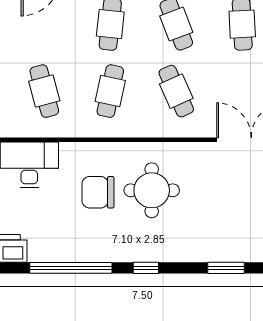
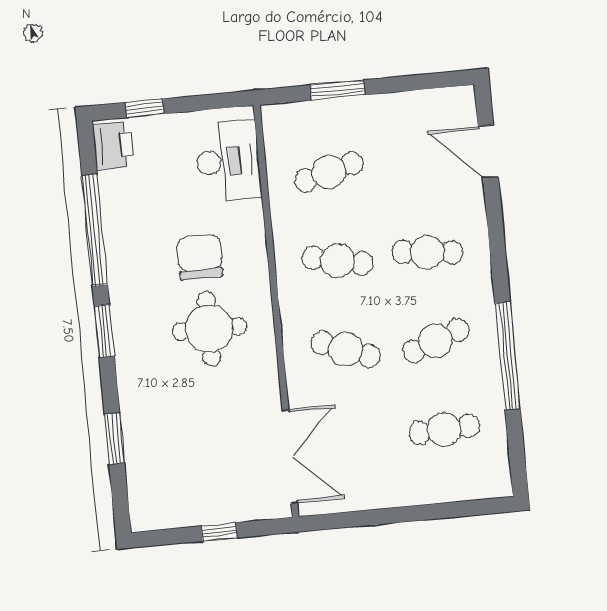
cafe table: (176, 91) -> (346, 349), turned 45
window: (146, 268) -> (104, 331), width x1.50

